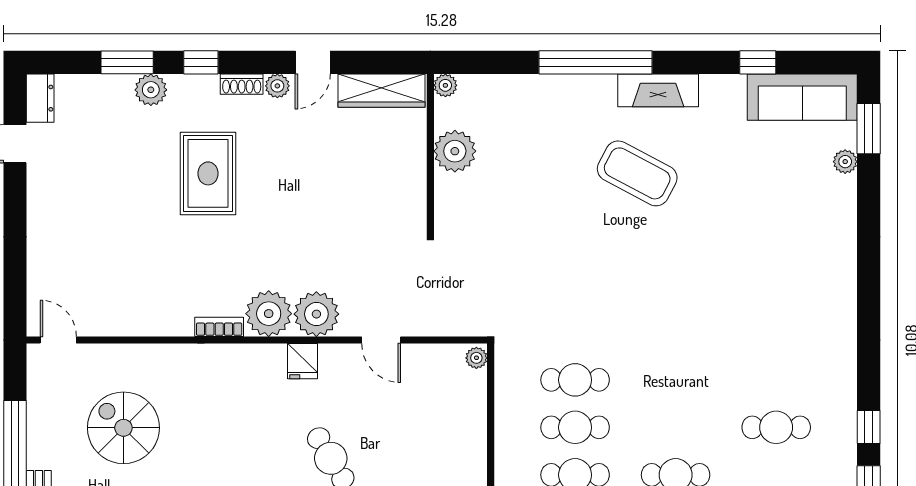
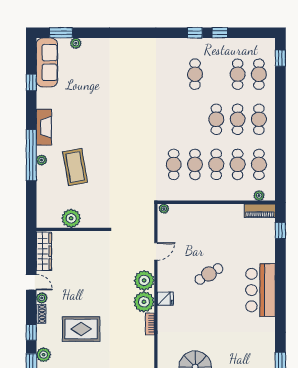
plant: (445, 85) -> (42, 160), moved
coffee table: (637, 173) -> (75, 167), moved, turned -38
fridge: (302, 361) -> (165, 299), moved

